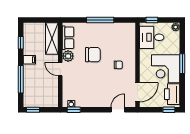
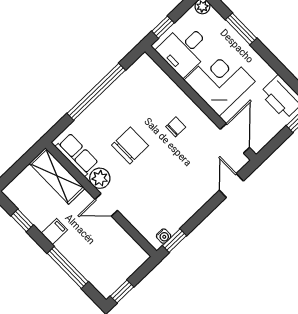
window: (100, 20) -> (96, 92), width x1.46
window: (182, 64) -> (241, 29), moved
corner desk: (166, 69) -> (220, 81), moved, turned 180

